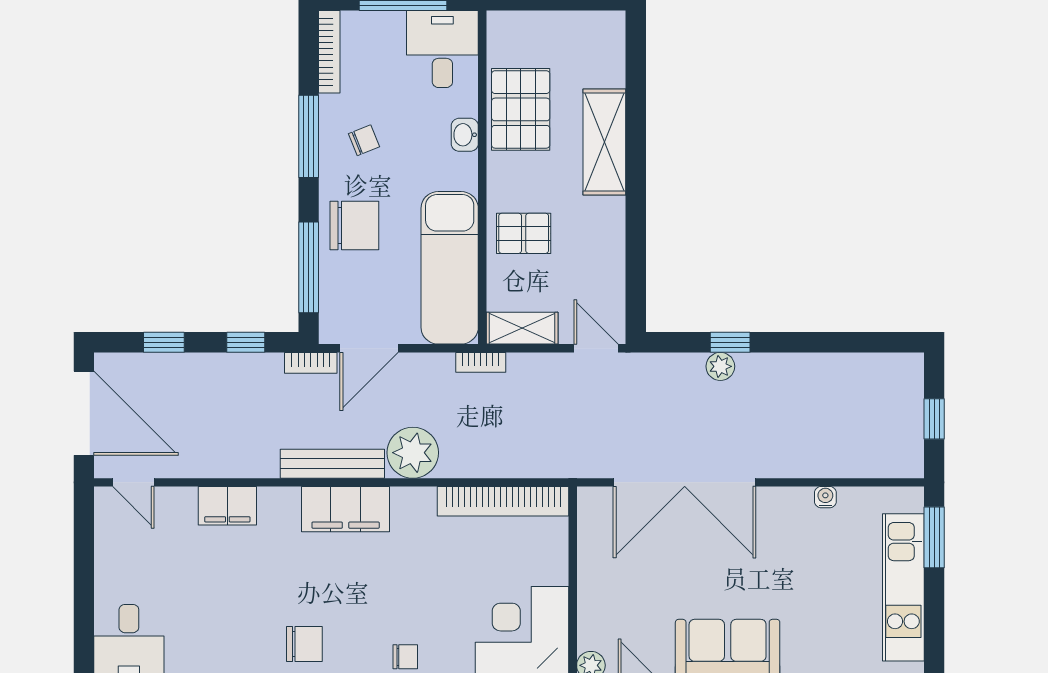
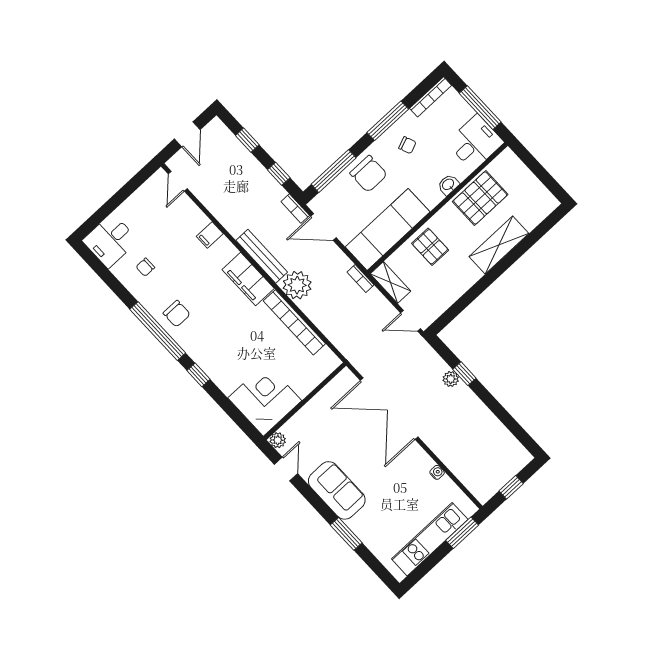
door: (596, 348) -> (411, 321), swing flipped
door: (84, 413) -> (187, 134), width x0.53
bookcase: (503, 501) -> (294, 322), moved
filing cabinet: (227, 506) -> (210, 235), width x0.50
chair: (405, 657) -> (145, 267), moved, turned 90

